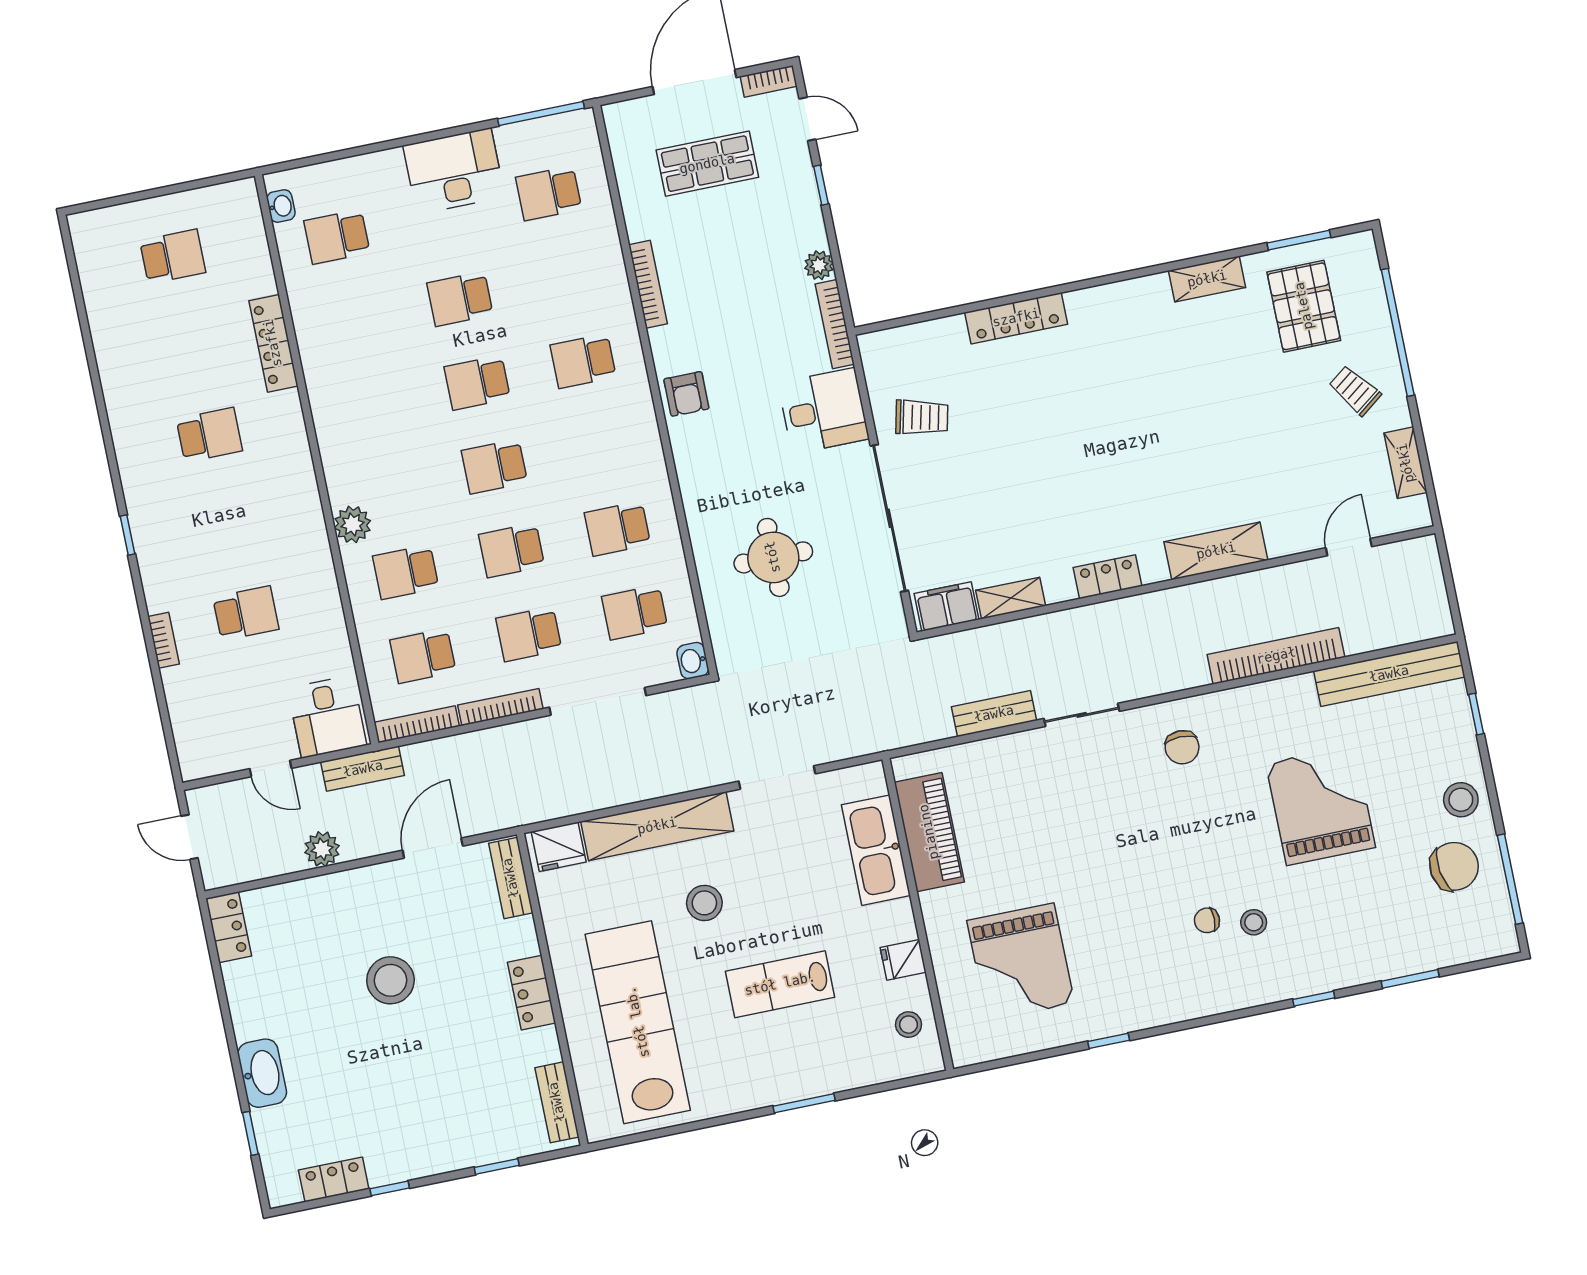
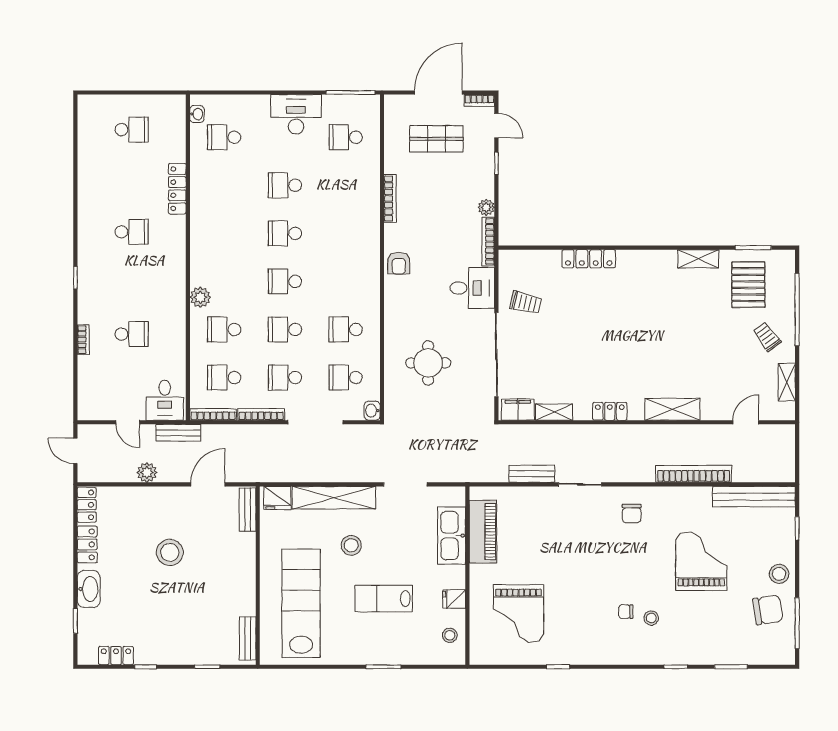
school desk: (583, 361) -> (346, 233), removed
locker: (532, 993) -> (87, 544), moved, turned 180

